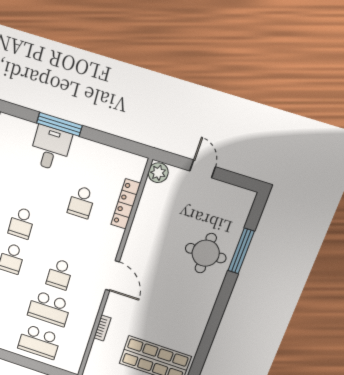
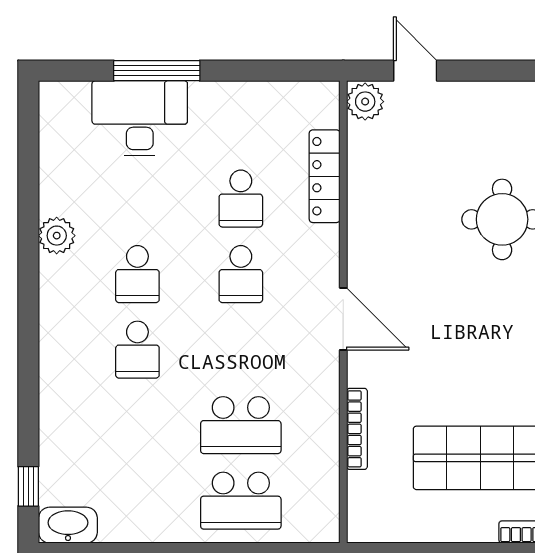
desk: (50, 148) -> (140, 118), width x1.37
door: (203, 169) -> (415, 71), moved
school desk: (60, 274) -> (241, 274), moved
bookcase: (102, 328) -> (357, 429), width x1.56

